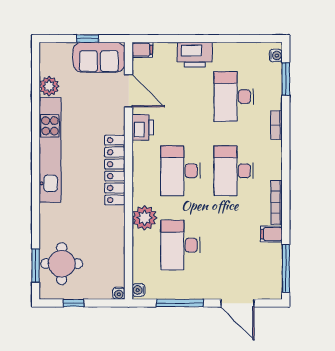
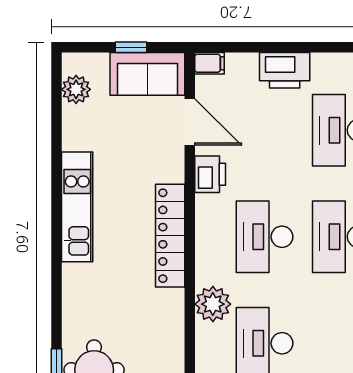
plant: (49, 86) -> (76, 89), moved
kitchen unit: (50, 150) -> (77, 207), width x0.73

